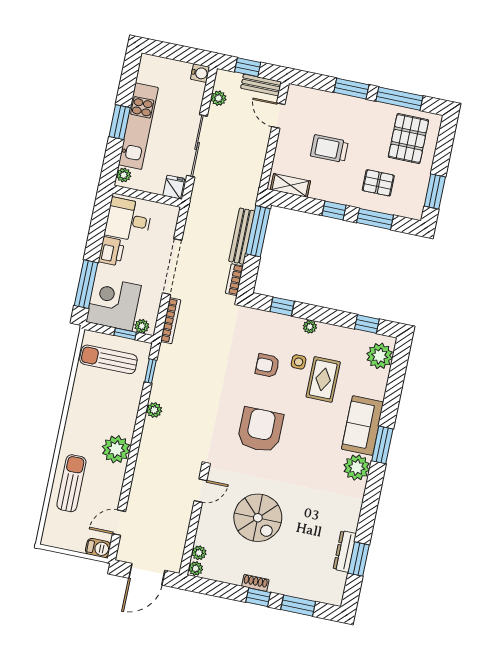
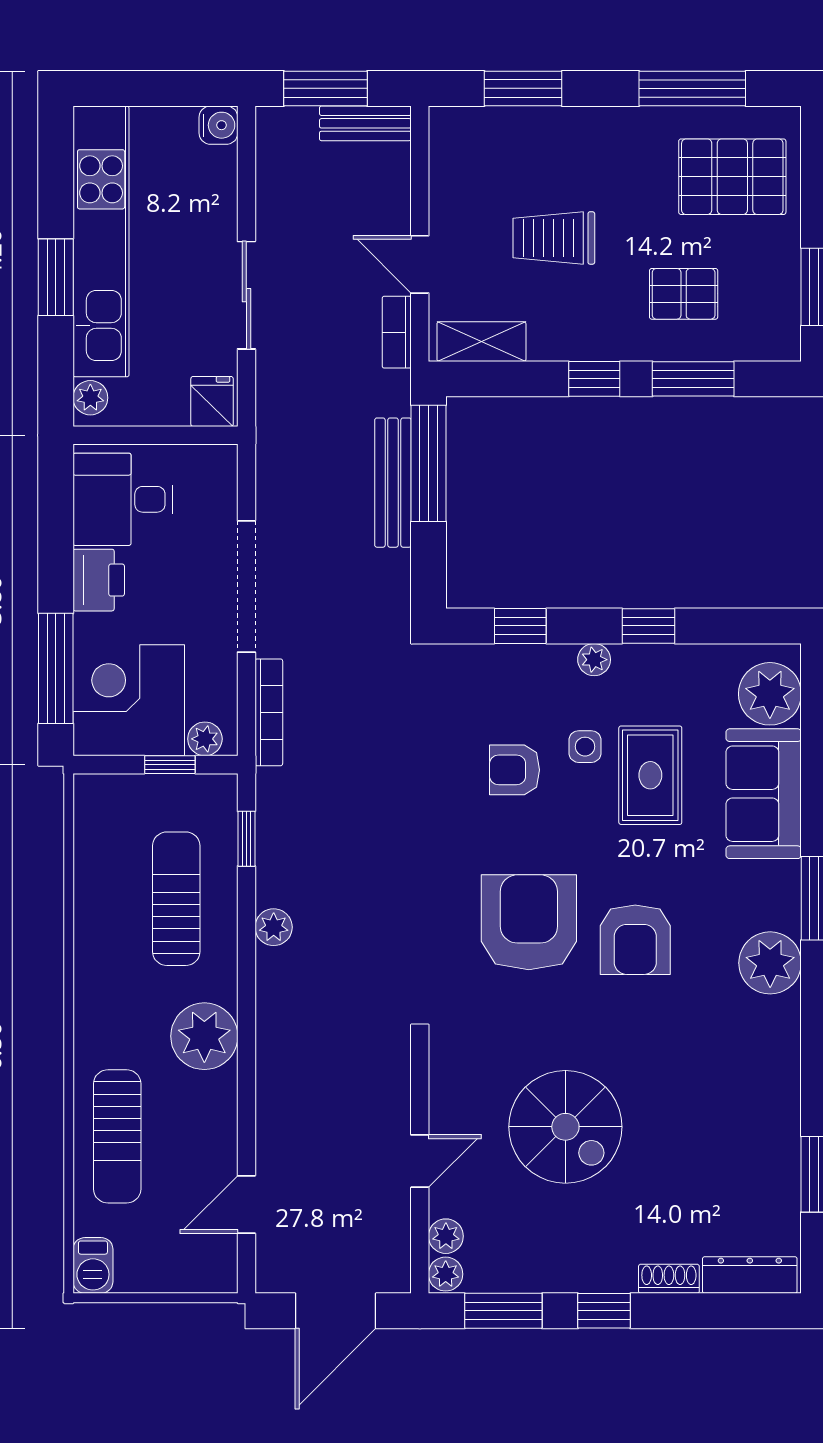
window: (248, 67) -> (325, 88), width x1.50
window: (351, 89) -> (523, 88), moved
plant: (219, 98) -> (273, 174), removed
door: (278, 116) -> (420, 264), moved
kitchen unit: (138, 126) -> (101, 242), width x1.36
pallet: (408, 139) -> (732, 177), turned 90
sliding door: (197, 146) -> (246, 295), width x0.73
bookcase: (234, 280) -> (397, 332), moved
window: (367, 324) -> (648, 626), moved
sun lounger: (108, 359) -> (176, 899), moved, turned 90
sofa: (363, 426) -> (764, 794), moved
armchair: (303, 446) -> (635, 940), added
sun lounger: (71, 483) -> (117, 1136), turned 180
door: (201, 491) -> (420, 1161), moved
barbecue: (98, 548) -> (93, 1265), moved, turned 90
dresser: (345, 551) -> (750, 1275), moved, turned 90
shoe rack: (255, 583) -> (669, 1279), moved
window: (298, 606) -> (503, 1311), moved

